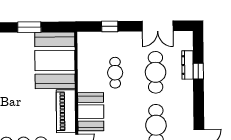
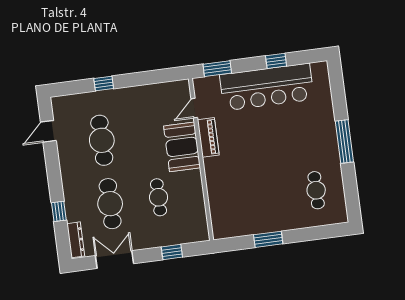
booth: (55, 60) -> (233, 203), removed
dresser: (187, 65) -> (76, 240), moved
piano: (66, 111) -> (208, 137), width x0.73, depth x0.75

